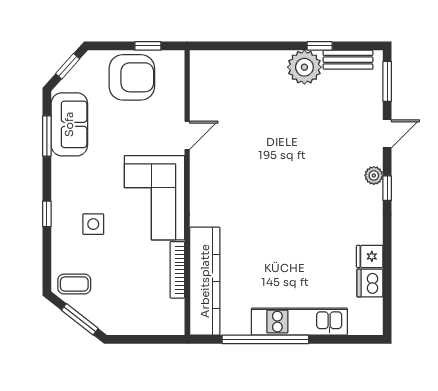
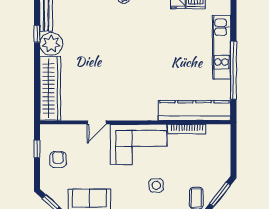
wardrobe: (238, 66) -> (50, 88), added
armchair: (132, 77) -> (58, 159), width x0.53, depth x0.53
door: (187, 135) -> (97, 122), swing flipped

